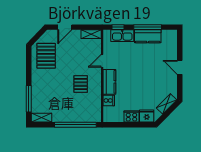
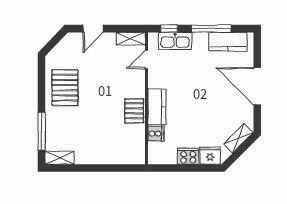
kitchen counter: (148, 36) -> (228, 42), moved
pallet: (46, 56) -> (65, 88), moved
door: (102, 61) -> (146, 59), moved
door: (180, 67) -> (257, 86), width x1.87
pallet: (81, 84) -> (134, 111), moved
window: (75, 125) -> (108, 168), removed

